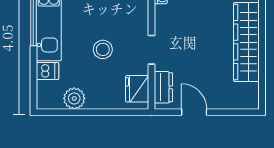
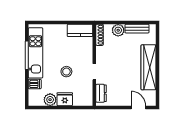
fridge: (137, 89) -> (65, 99), moved, turned 90
door: (194, 112) -> (138, 107), moved

